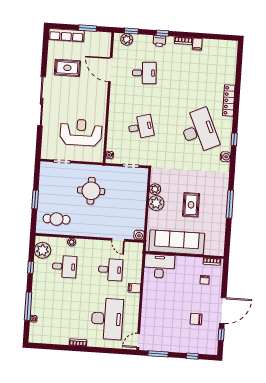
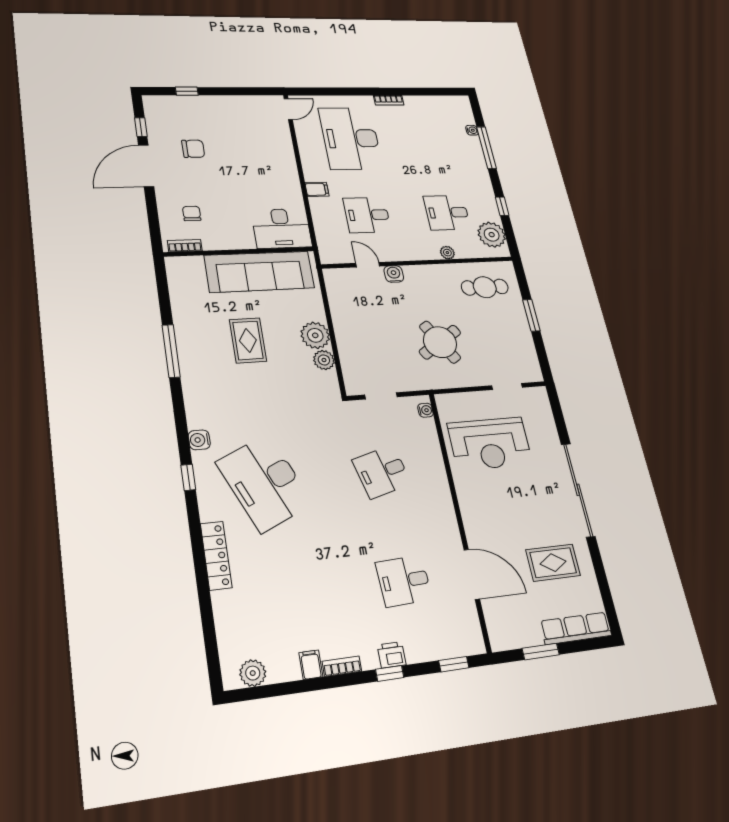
plant: (127, 39) -> (253, 673), moved
round table: (91, 191) -> (440, 342), turned -32
water cooler: (139, 235) -> (394, 274), moved
window: (158, 354) -> (248, 91), removed

